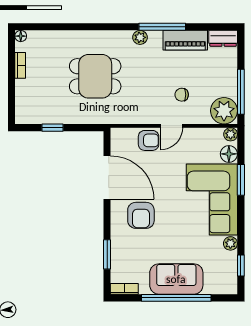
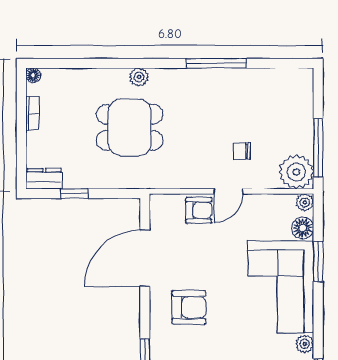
plant: (140, 37) -> (139, 77), moved
dresser: (223, 38) -> (44, 179), moved, turned 180
piano: (185, 40) -> (246, 81), removed
door: (107, 177) -> (145, 258), swing flipped
armchair: (141, 215) -> (189, 307), turned -90

